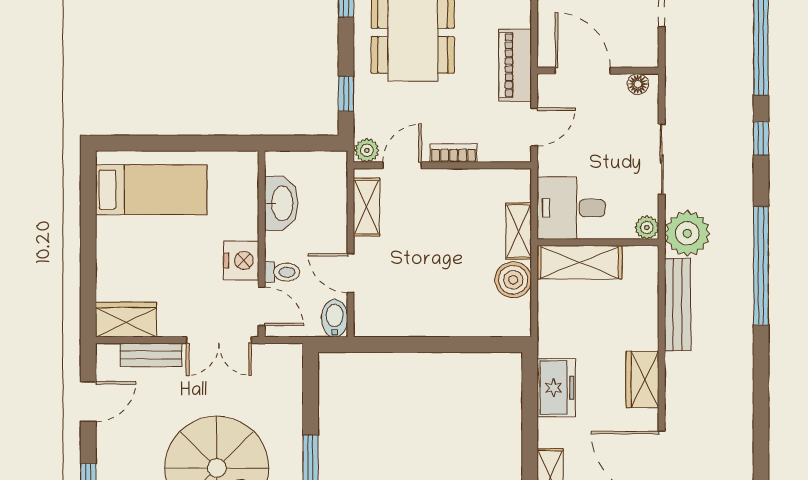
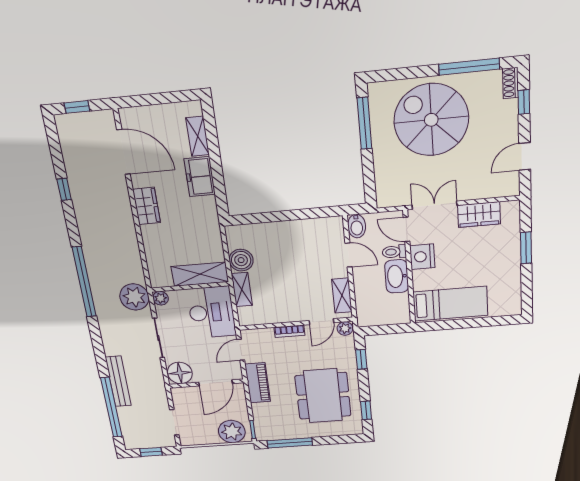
door: (583, 71) -> (216, 383), hinge flipped
floor lamp: (638, 84) -> (180, 373), width x1.89, depth x1.89
window: (761, 138) -> (64, 189), moved
bed: (151, 190) -> (450, 304), moved, turned 180
washbasin: (281, 203) -> (397, 276), moved
desk: (571, 208) -> (211, 312), width x1.37
window: (88, 261) -> (526, 248), added
bench: (678, 305) -> (118, 381), moved
wardrobe: (126, 320) -> (479, 215), moved
bench: (151, 355) -> (481, 191), removed
freezer: (556, 388) -> (200, 177), moved

